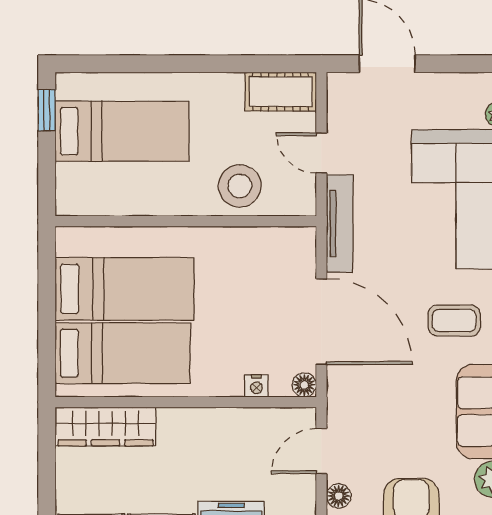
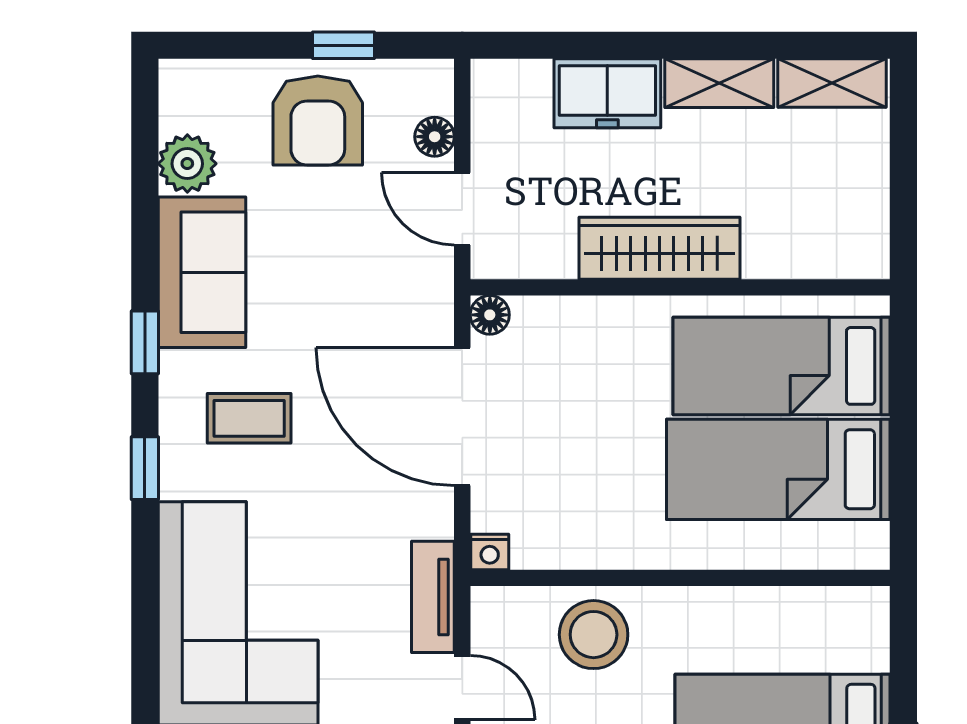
tv unit: (340, 224) -> (433, 597), width x0.71
nightstand: (256, 386) -> (490, 552), moved, turned 180
wardrobe: (106, 427) -> (660, 248), moved
door: (321, 451) -> (462, 209), swing flipped

